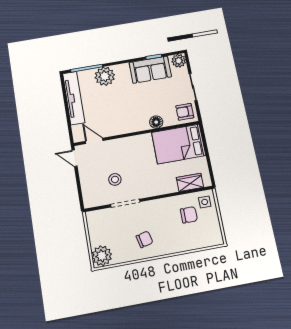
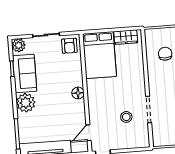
plant: (105, 76) -> (26, 103), moved
floor lamp: (156, 122) -> (78, 93), moved
wardrobe: (190, 182) -> (126, 37), moved, turned -90
side table: (205, 202) -> (155, 38), removed

